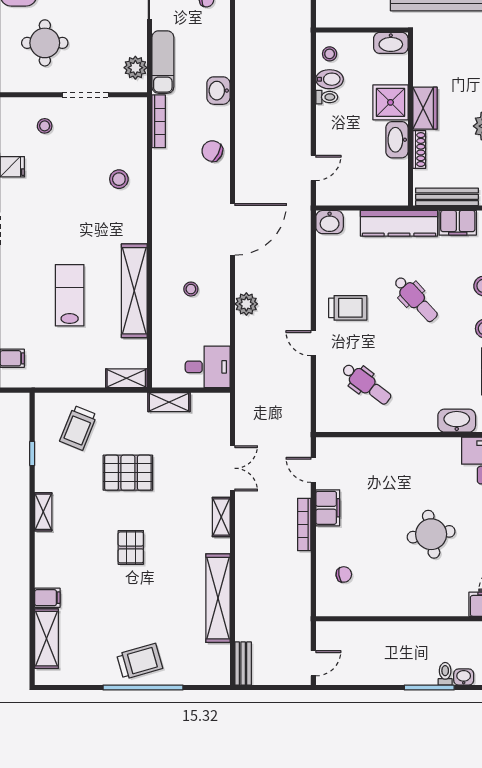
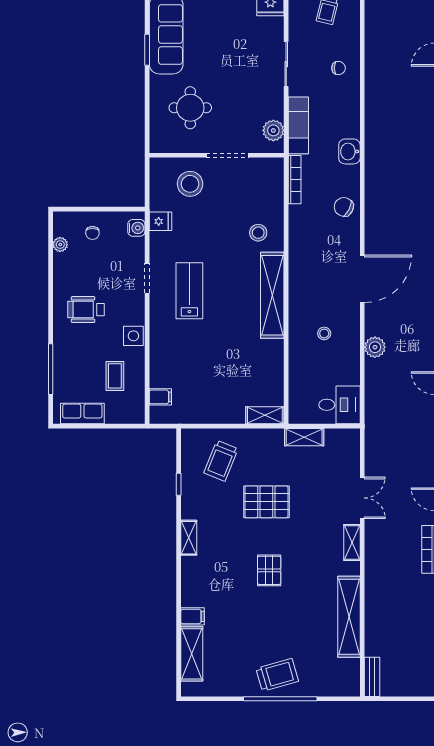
stool: (45, 126) -> (190, 184), width x1.89, depth x1.89
shelving: (134, 291) -> (272, 295), moved
lab bench: (70, 295) -> (189, 291), moved

